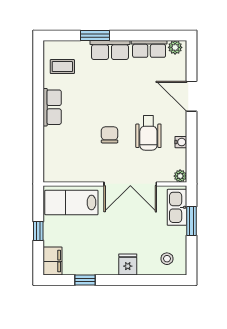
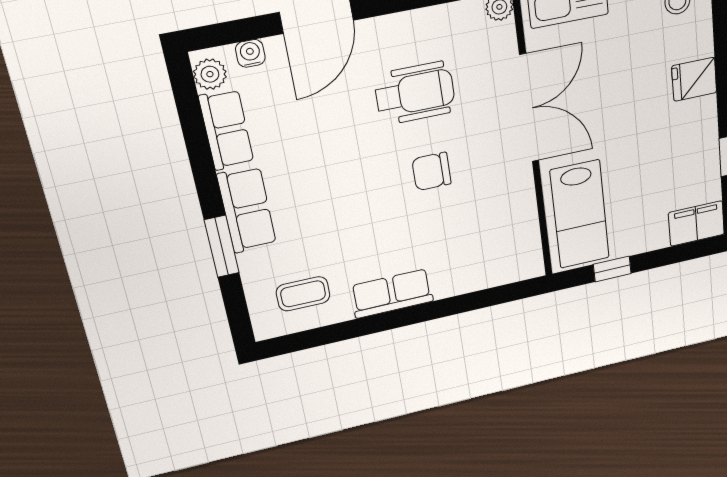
coffee table: (62, 67) -> (303, 294), turned 90
water cooler: (181, 142) -> (250, 53), moved
window: (38, 231) -> (612, 269), moved

